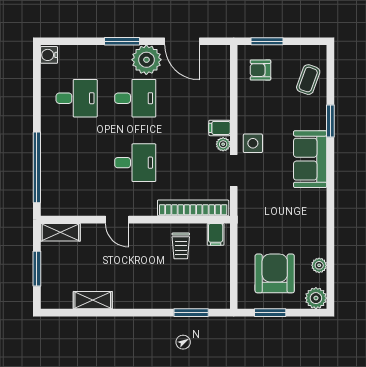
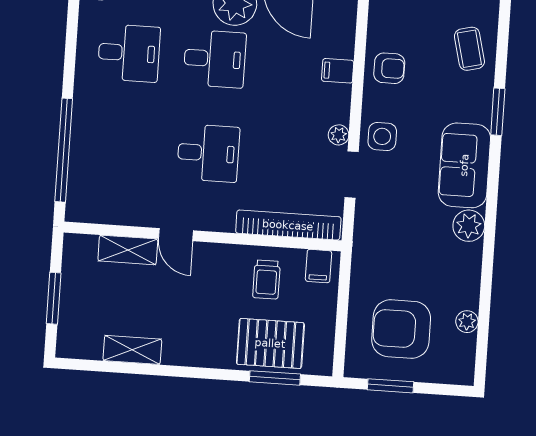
armchair: (260, 70) -> (389, 68), moved, turned 180
coffee table: (308, 80) -> (469, 49), turned -34
filing cabinet: (220, 128) -> (338, 71), moved
shelving: (60, 232) -> (128, 250), moved
armchair: (275, 273) -> (401, 329), turned -90
pallet: (186, 289) -> (270, 343), added
plant: (316, 298) -> (469, 226), moved

